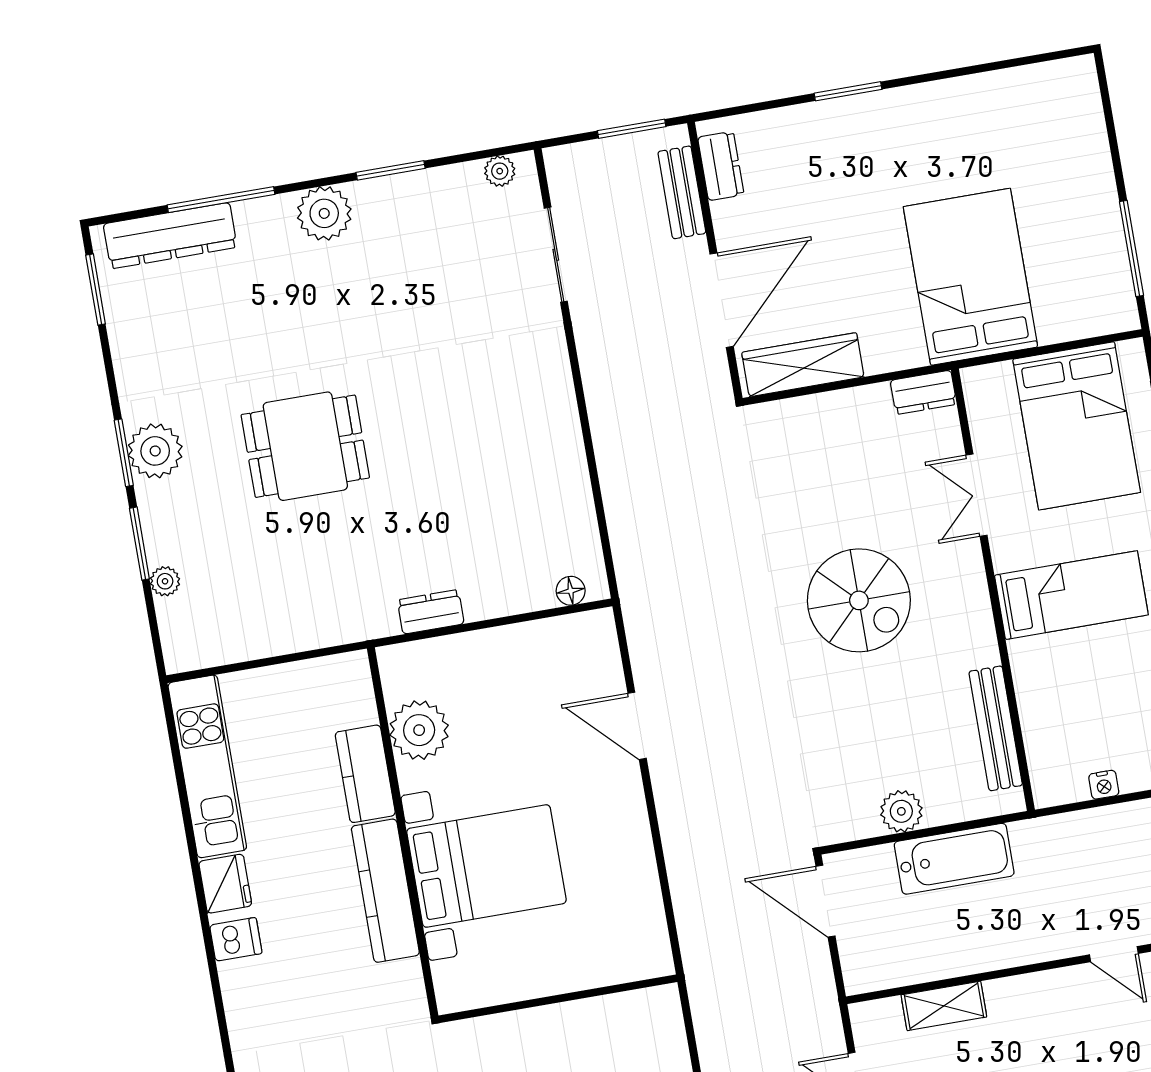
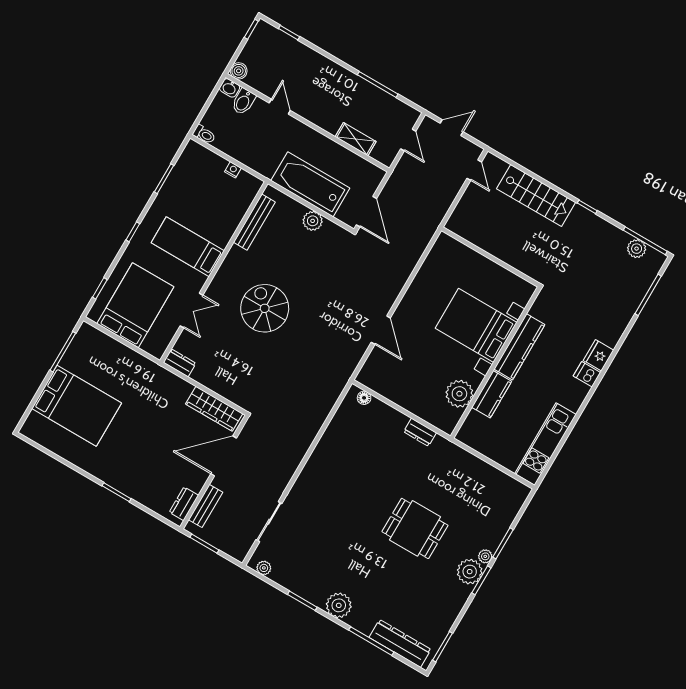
bed: (970, 277) -> (77, 406), moved, turned -90
plant: (165, 581) -> (485, 556), moved
bathtub: (954, 859) -> (310, 184), width x1.36, depth x1.36
fridge: (225, 884) -> (599, 355), moved

